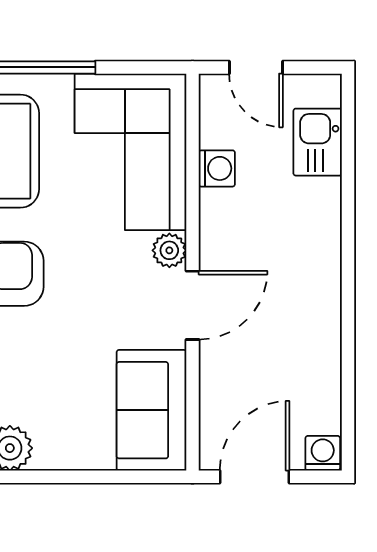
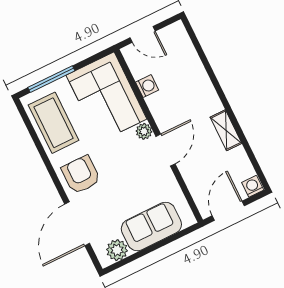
kitchen sink: (318, 142) -> (185, 54), removed
shelving: (324, 324) -> (226, 130), added
sofa: (151, 410) -> (151, 227), moved, turned 90

